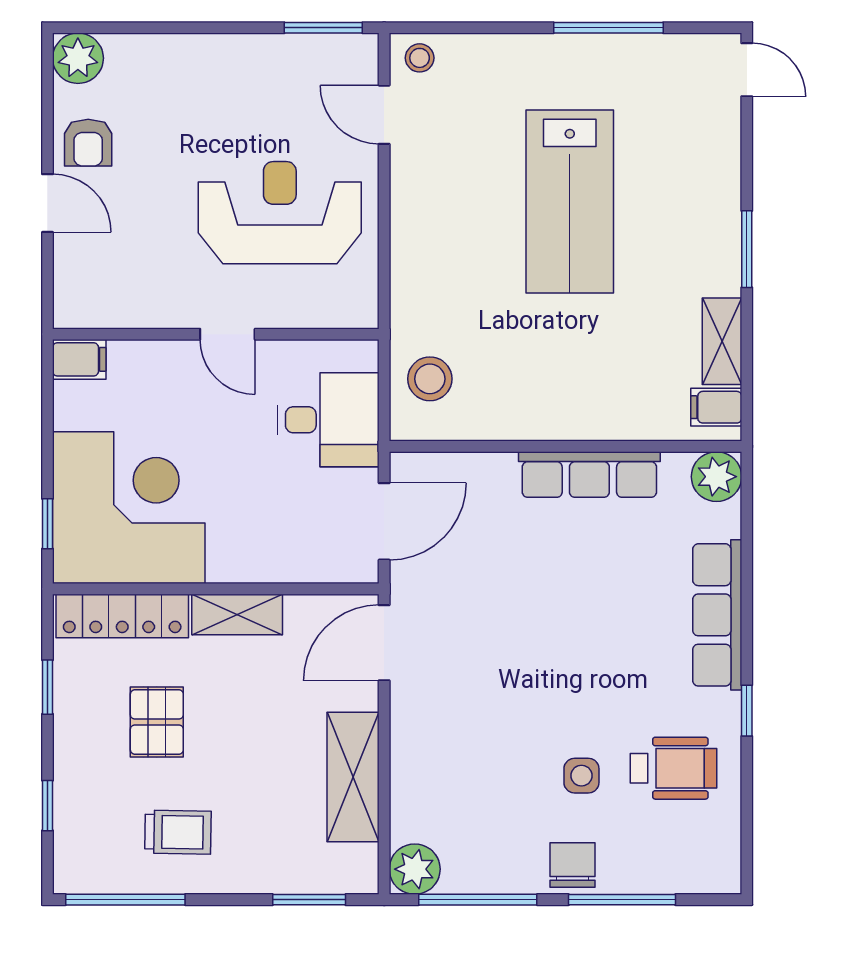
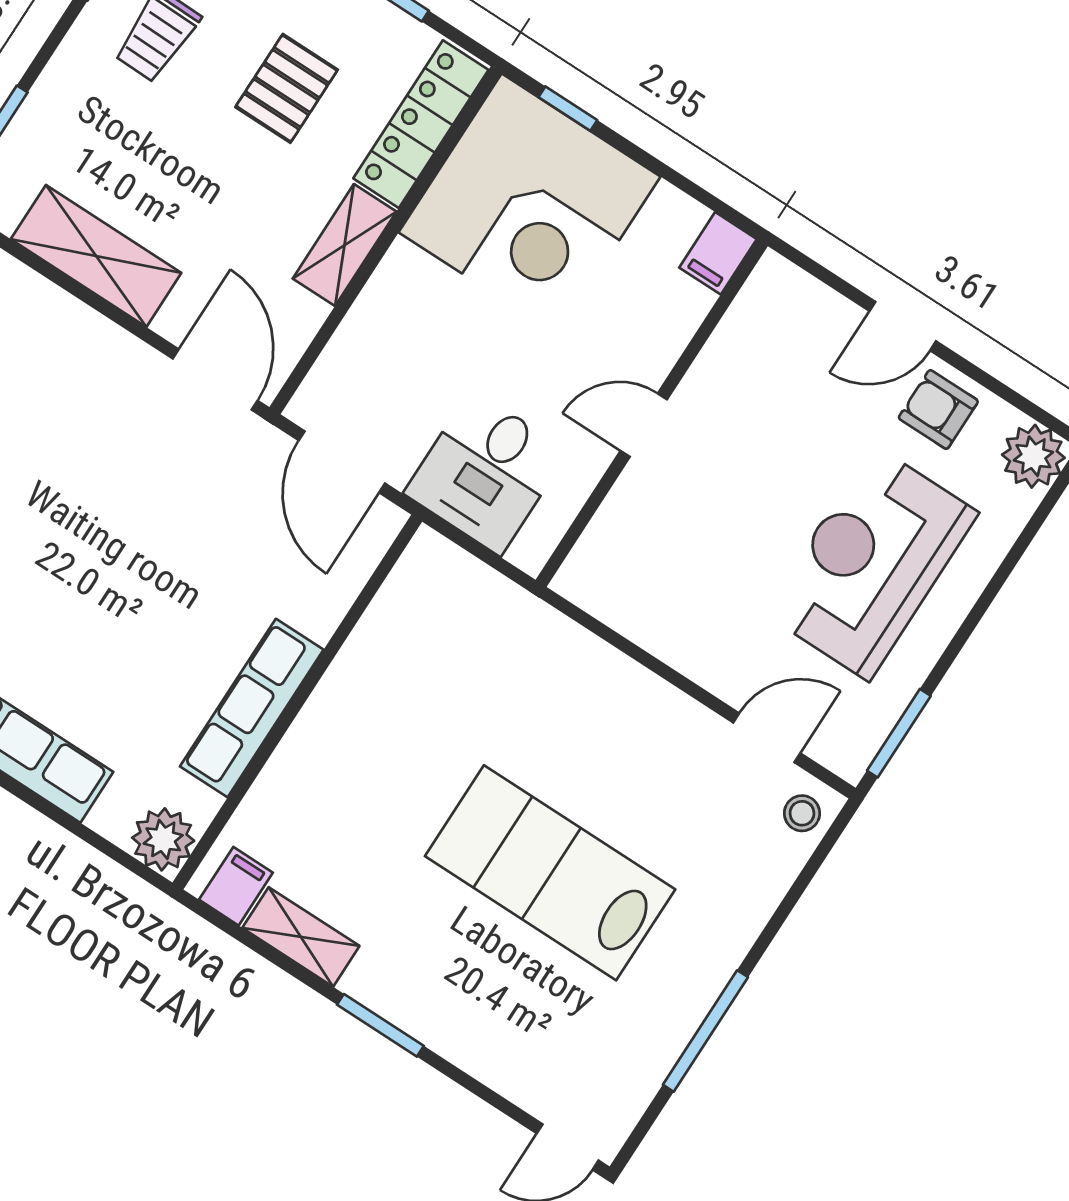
reception desk: (280, 213) -> (871, 563), moved, turned 180
stool: (430, 379) -> (460, 606), removed
pallet: (157, 722) -> (287, 88), turned 90

